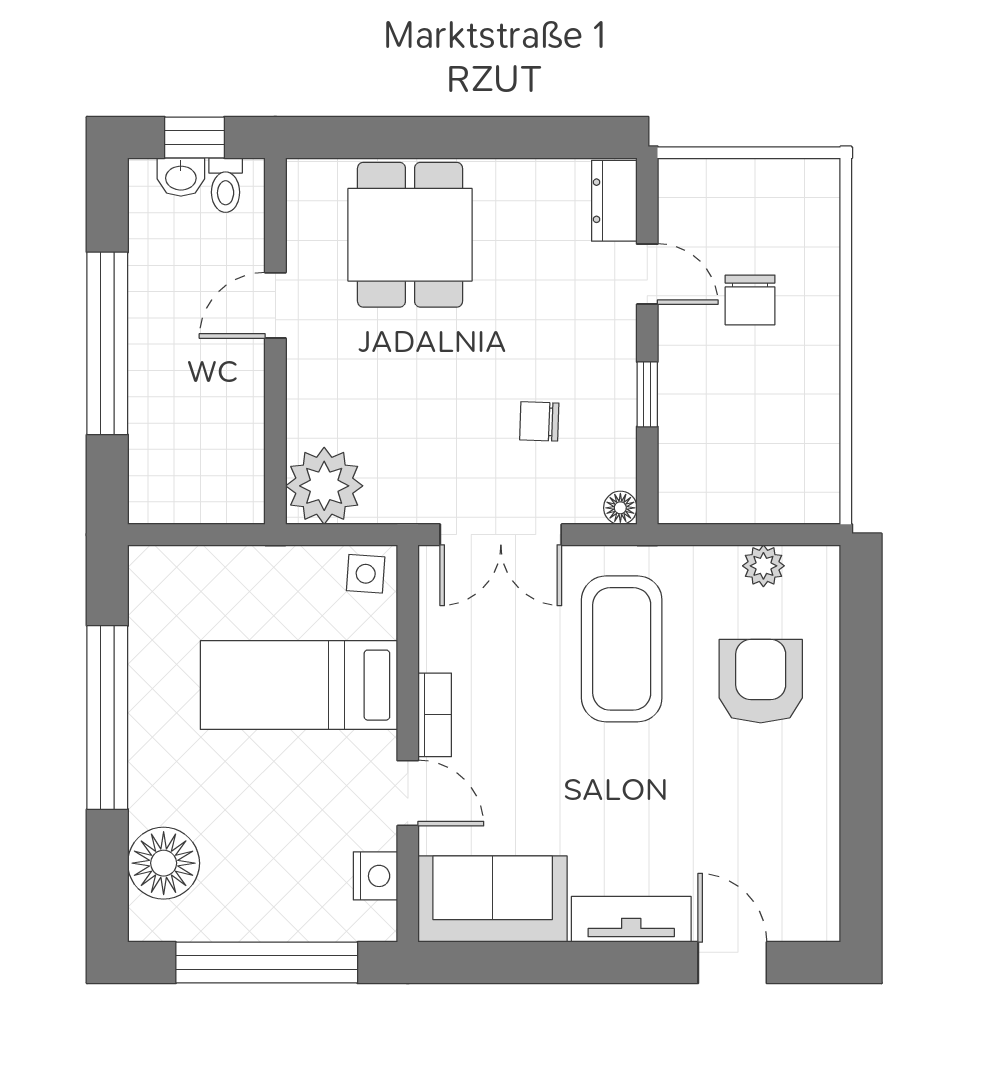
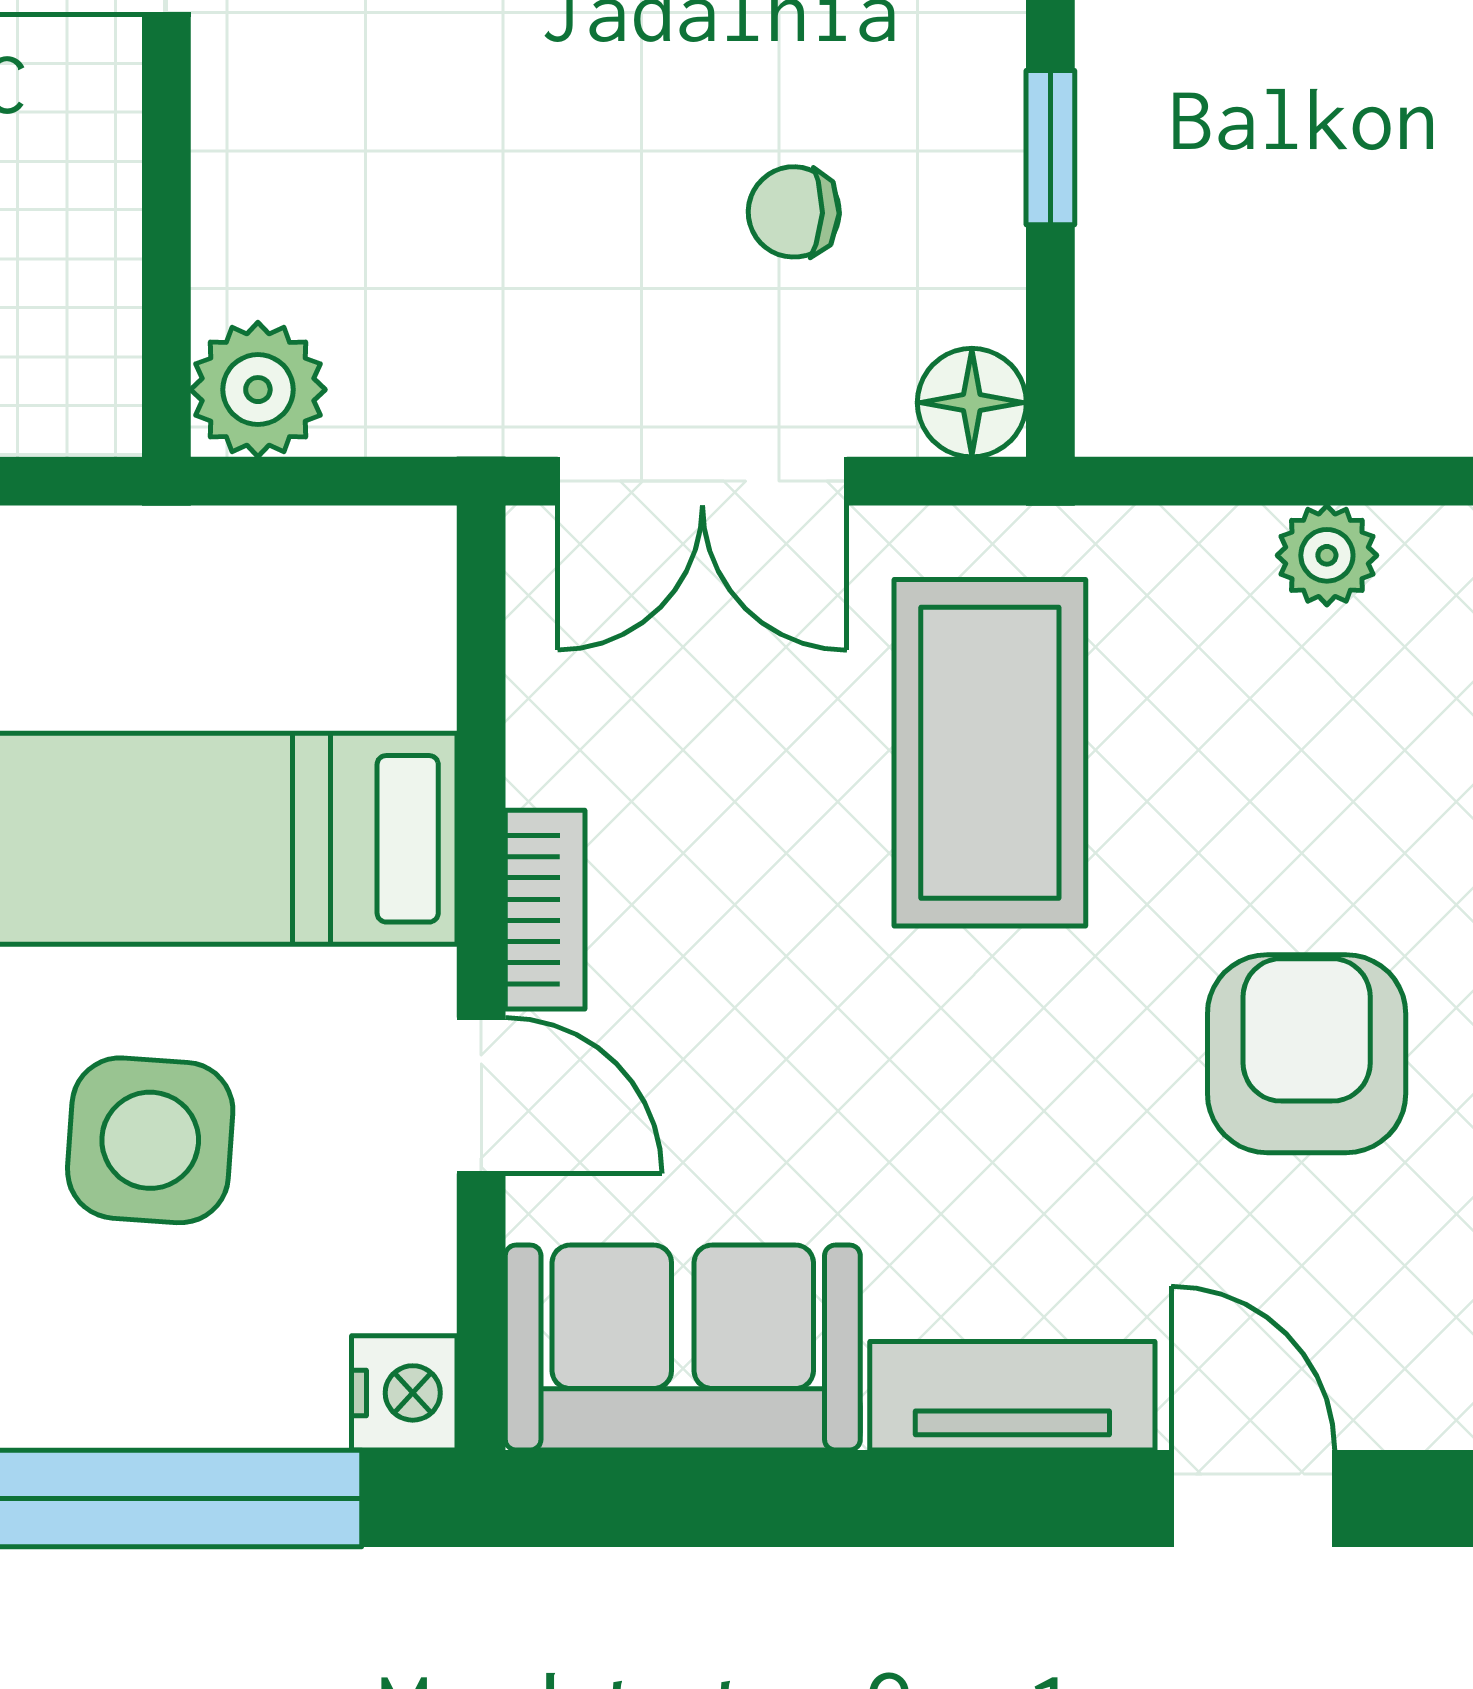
plant: (324, 486) -> (258, 390), width x0.73, depth x0.73
floor lamp: (620, 508) -> (972, 403), width x1.37, depth x1.37
side table: (366, 574) -> (150, 1140), moved, width x1.87, depth x1.87
armchair: (761, 681) -> (1307, 1054), moved
nightstand: (375, 876) -> (404, 1393), moved

